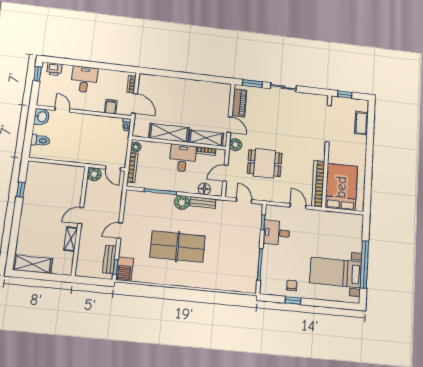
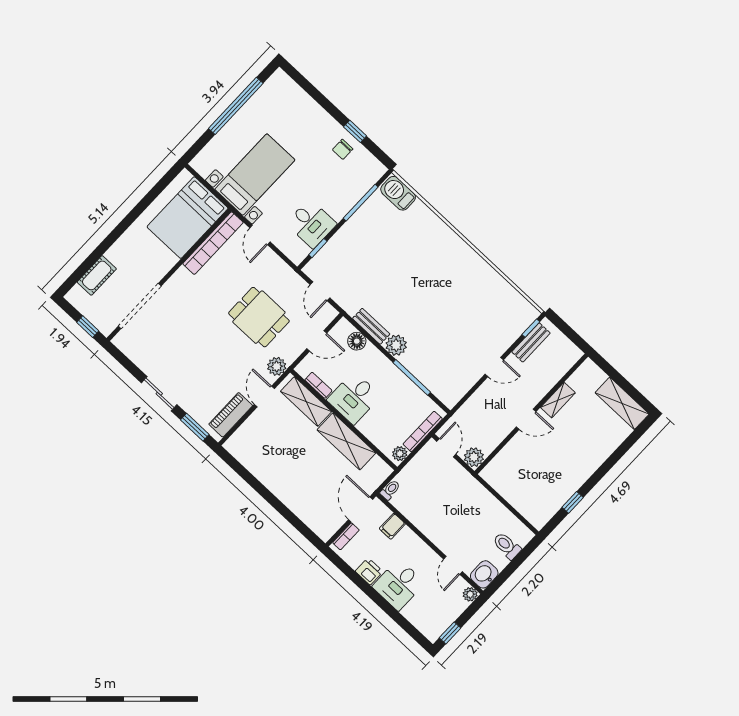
printer: (54, 69) -> (369, 571), moved
plant: (42, 101) -> (470, 594), added
table tennis table: (178, 247) -> (441, 297), removed
barbecue: (125, 269) -> (398, 193), moved, turned -90
bed with nightstands: (336, 272) -> (255, 175), moved, turned -90

